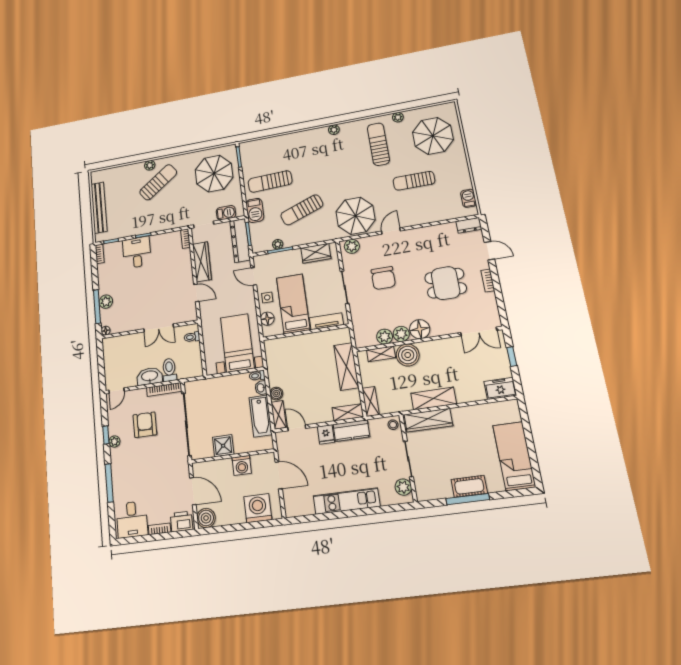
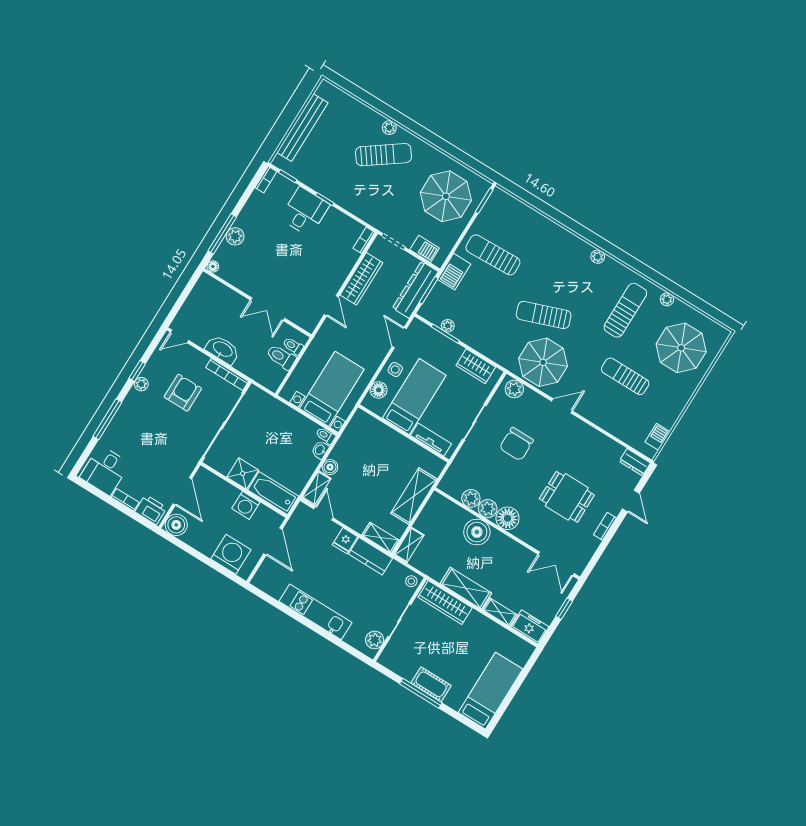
sun lounger: (302, 210) -> (544, 315), moved
shelving: (381, 354) -> (500, 612), moved
toilet: (169, 370) -> (281, 357), moved, turned -90
bathtub: (261, 416) -> (273, 493), moved, turned 90

